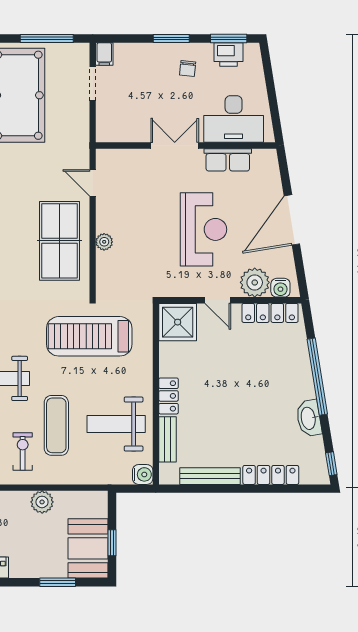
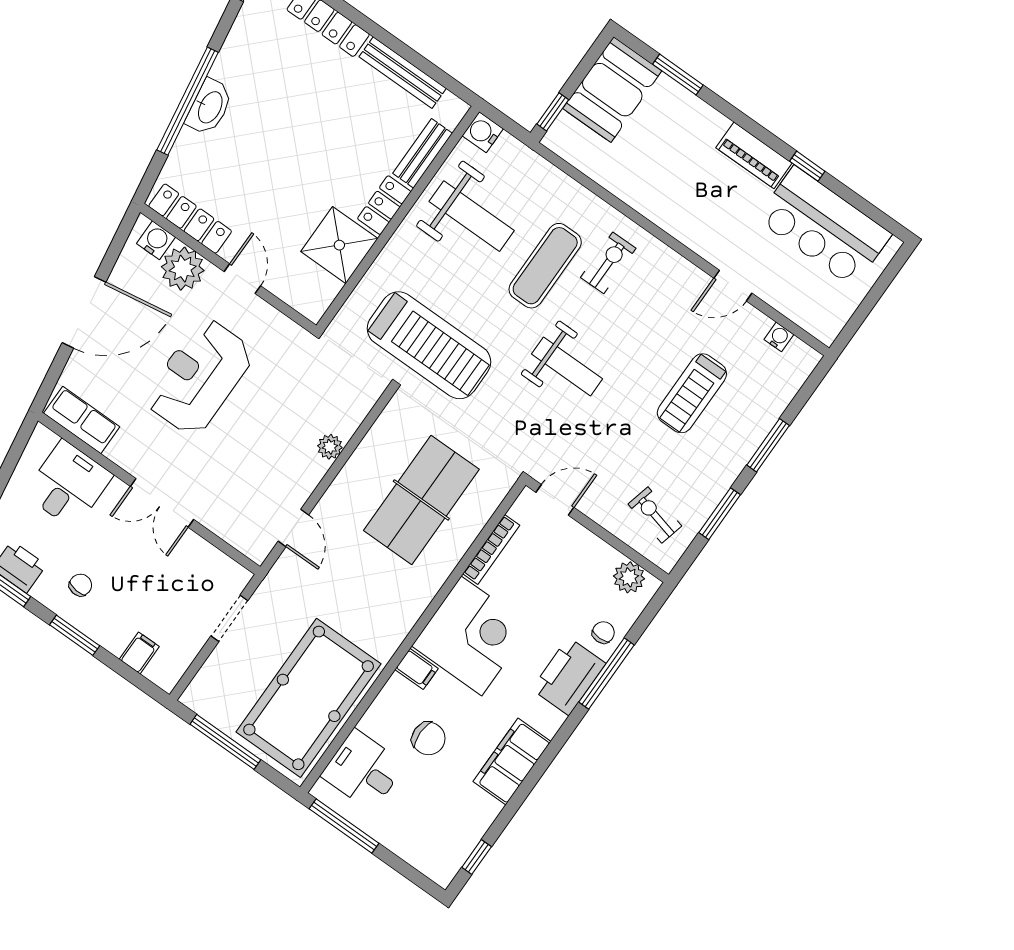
filing cabinet: (104, 54) -> (139, 653), moved
doorway: (93, 84) -> (229, 618), moved
desk: (234, 119) -> (68, 484), width x0.73
row of seats: (228, 160) -> (82, 420), moved
table tennis table: (59, 241) -> (421, 500), moved
shower: (178, 322) -> (339, 245), moved
washbasin: (309, 418) -> (209, 107), moved
exercise bike: (23, 452) -> (608, 263), turned 180
plant: (42, 502) -> (628, 185), removed
window: (112, 543) -> (553, 112), moved

